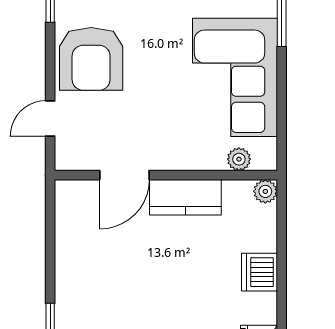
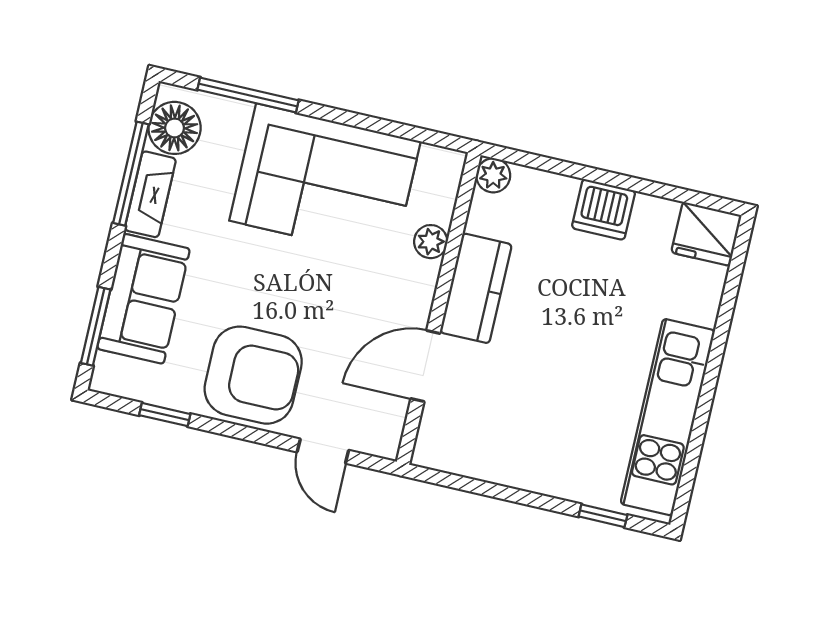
plant: (239, 159) -> (431, 242), moved
door: (124, 175) -> (425, 366), swing flipped

